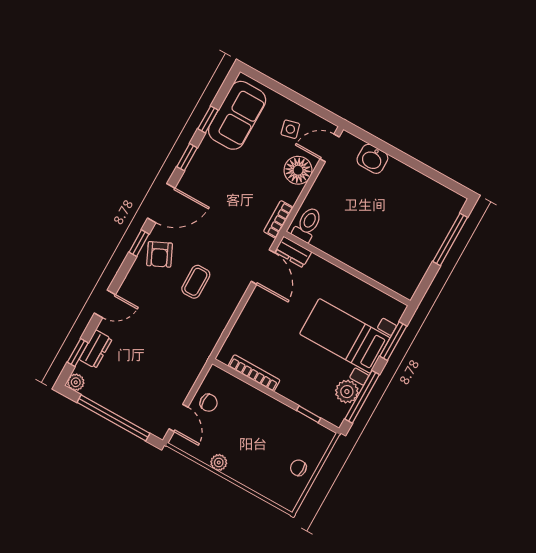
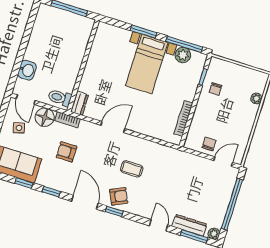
armchair: (241, 192) -> (66, 152), added
bookcase: (278, 219) -> (68, 120), moved
toilet: (307, 224) -> (60, 98), moved
dresser: (293, 252) -> (80, 103), moved
wall: (347, 268) -> (83, 66), moved
dresser: (96, 349) -> (189, 225), width x1.44
window: (78, 353) -> (194, 236), width x1.50
plant: (219, 462) -> (256, 98), moved
chair: (298, 468) -> (215, 89), moved

